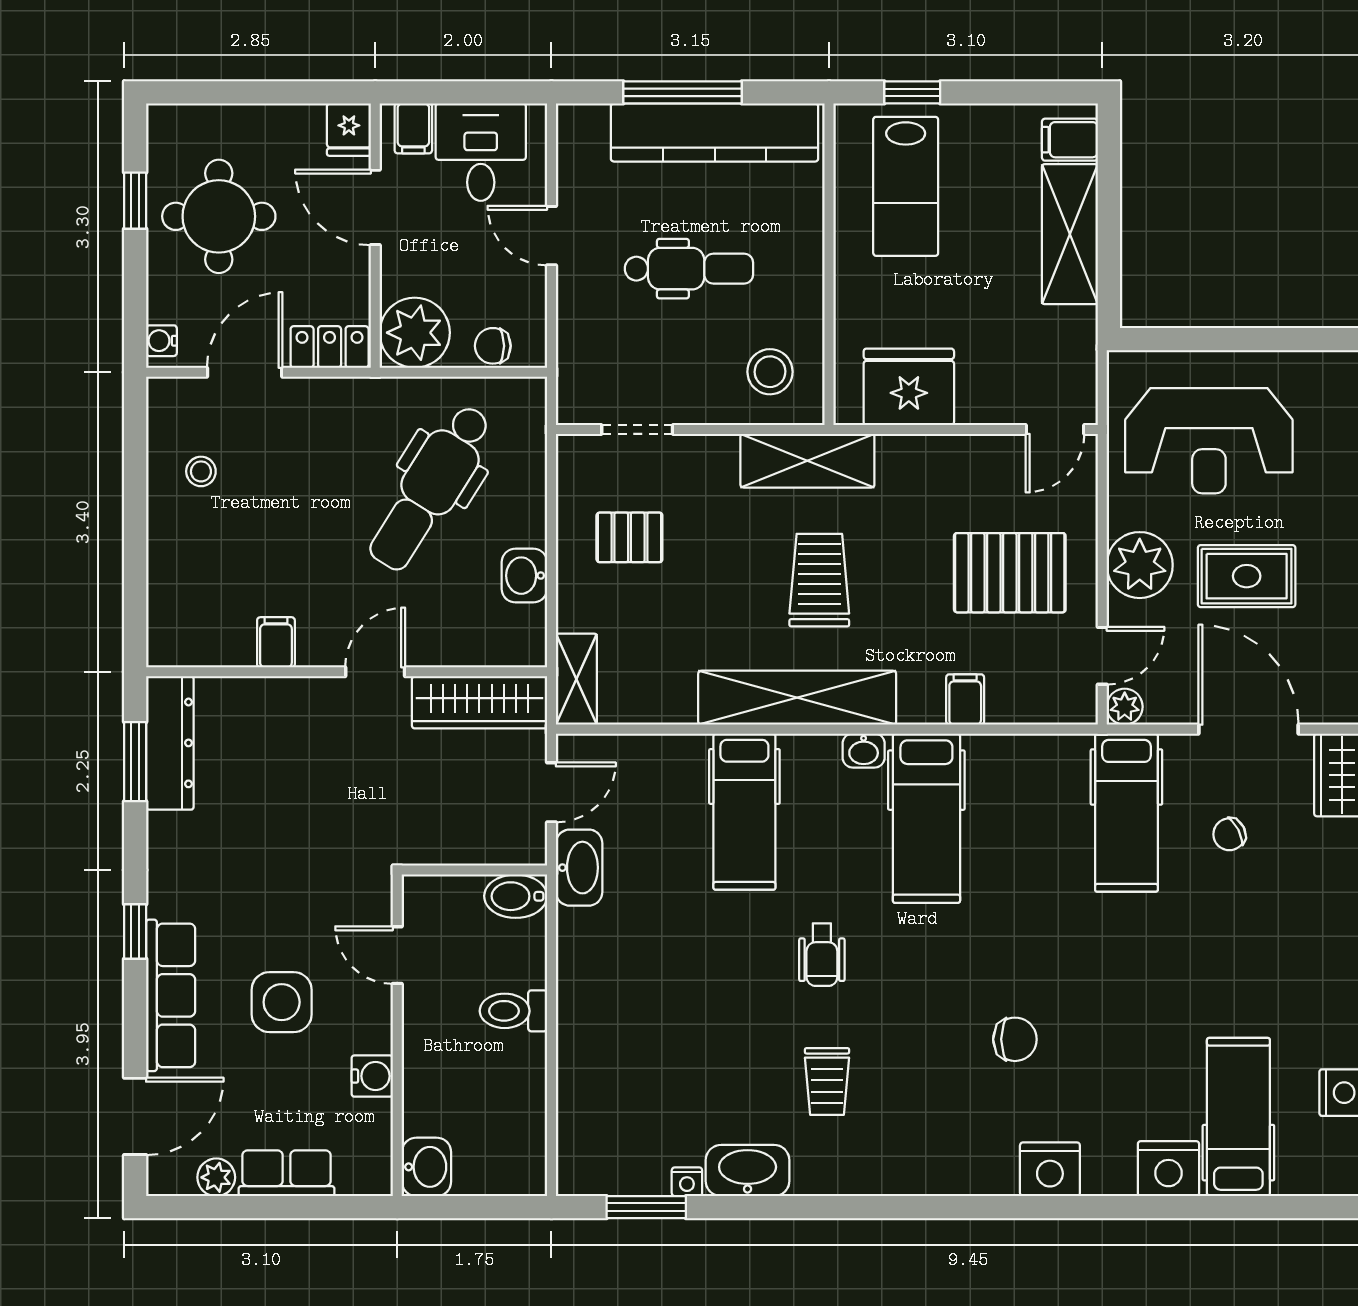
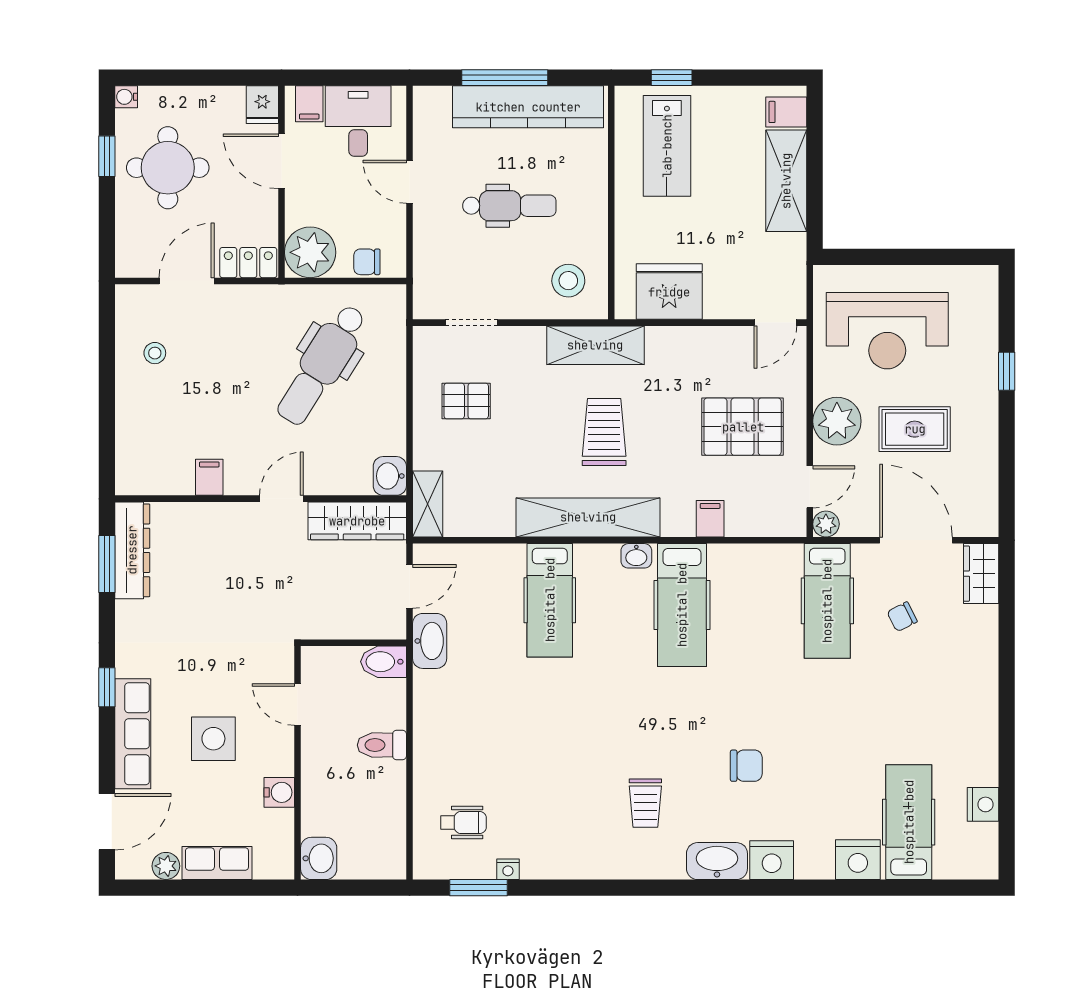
water cooler: (161, 341) -> (126, 97), moved
washbasin: (524, 576) -> (390, 476), moved
wheelchair: (822, 955) -> (463, 823), moved, turned -90
trolley: (827, 1082) -> (645, 803), moved
washbasin: (748, 1171) -> (717, 861), moved

